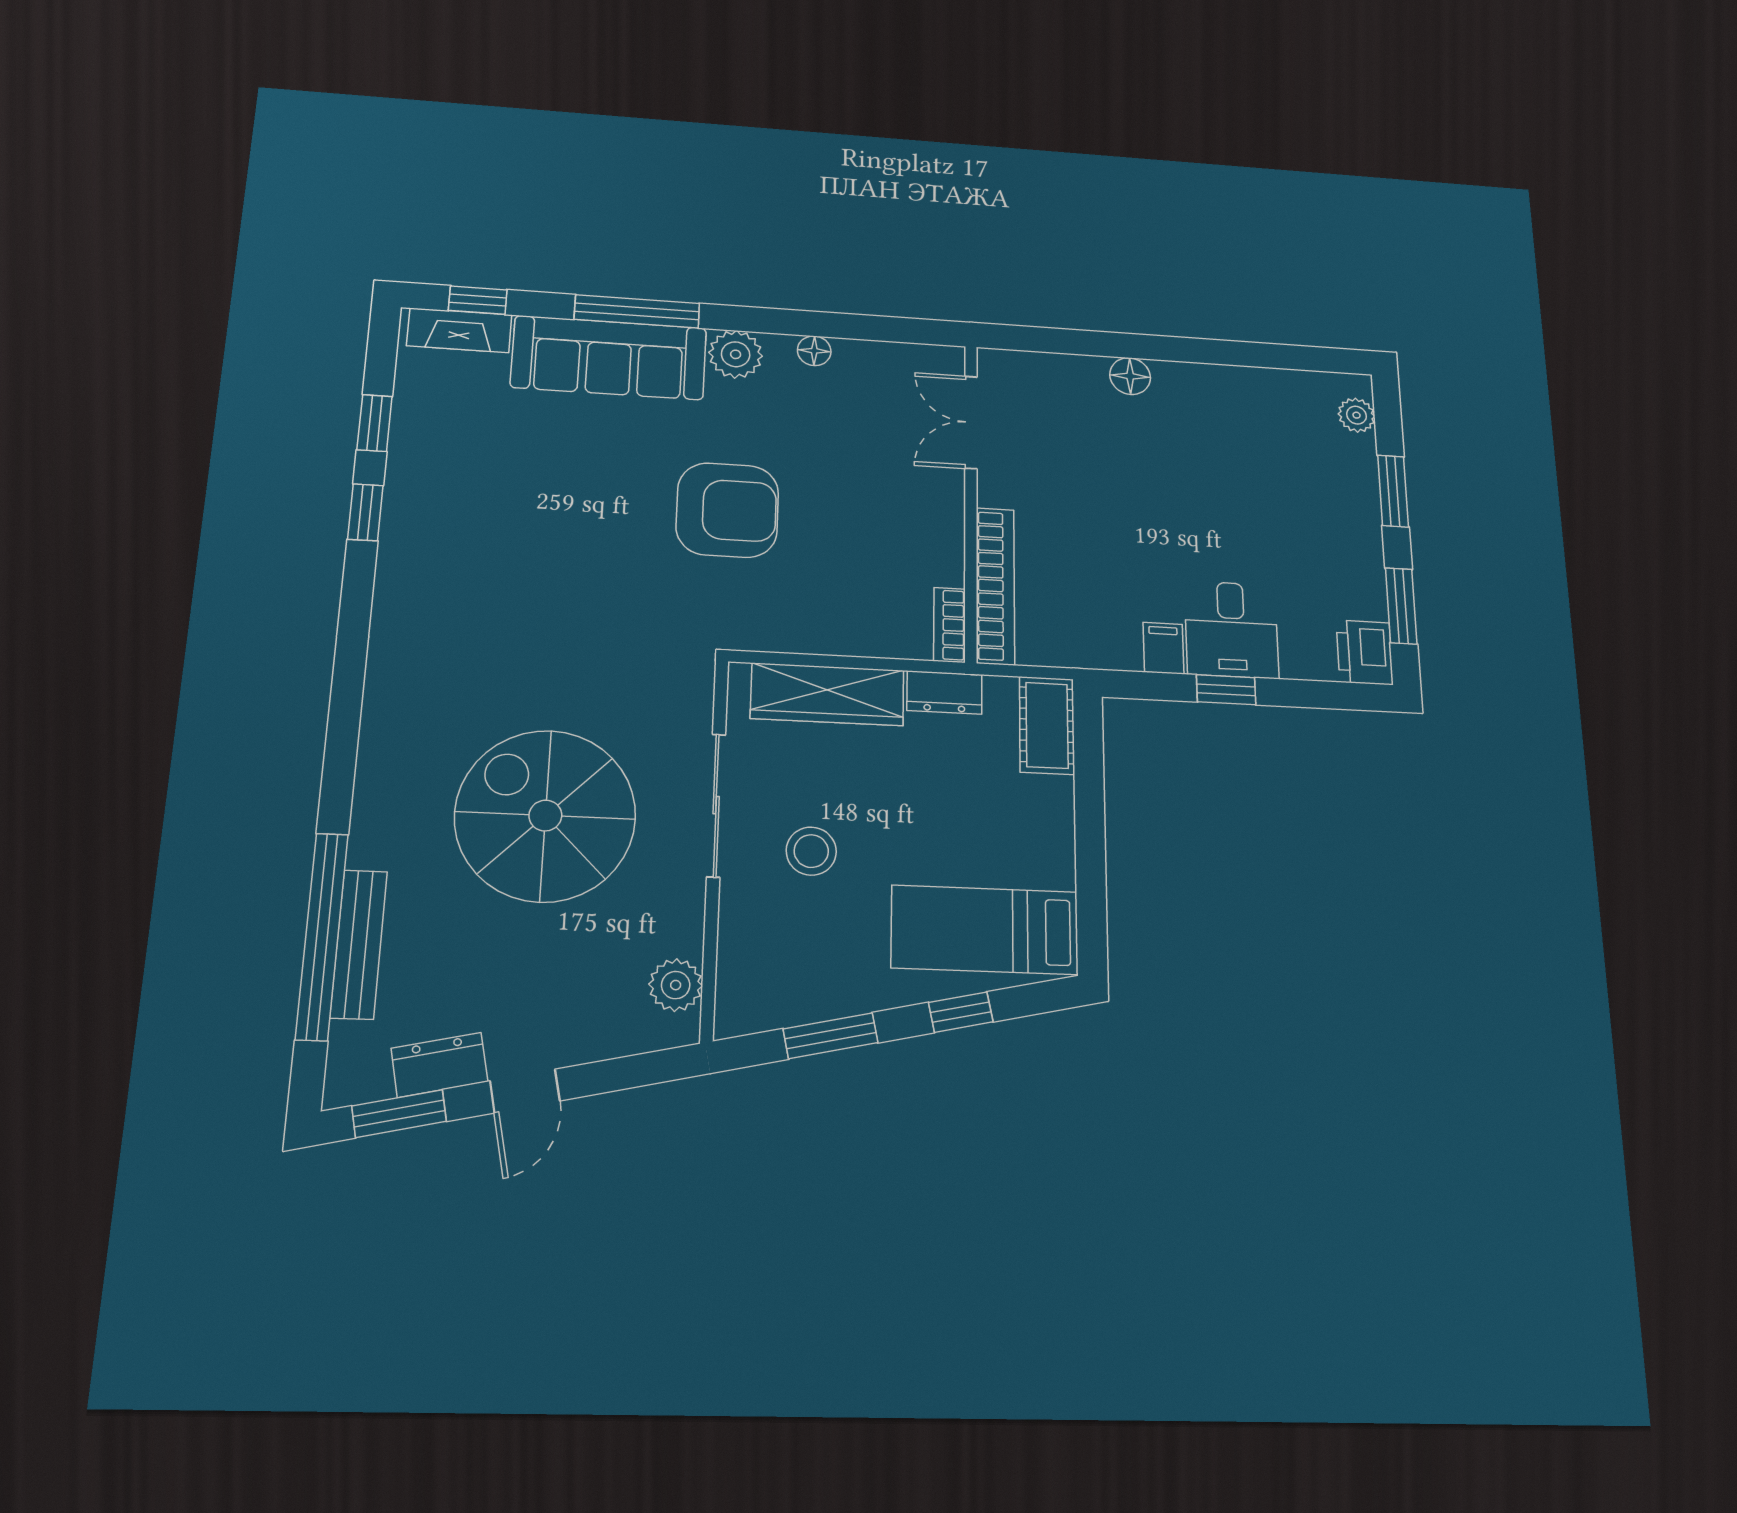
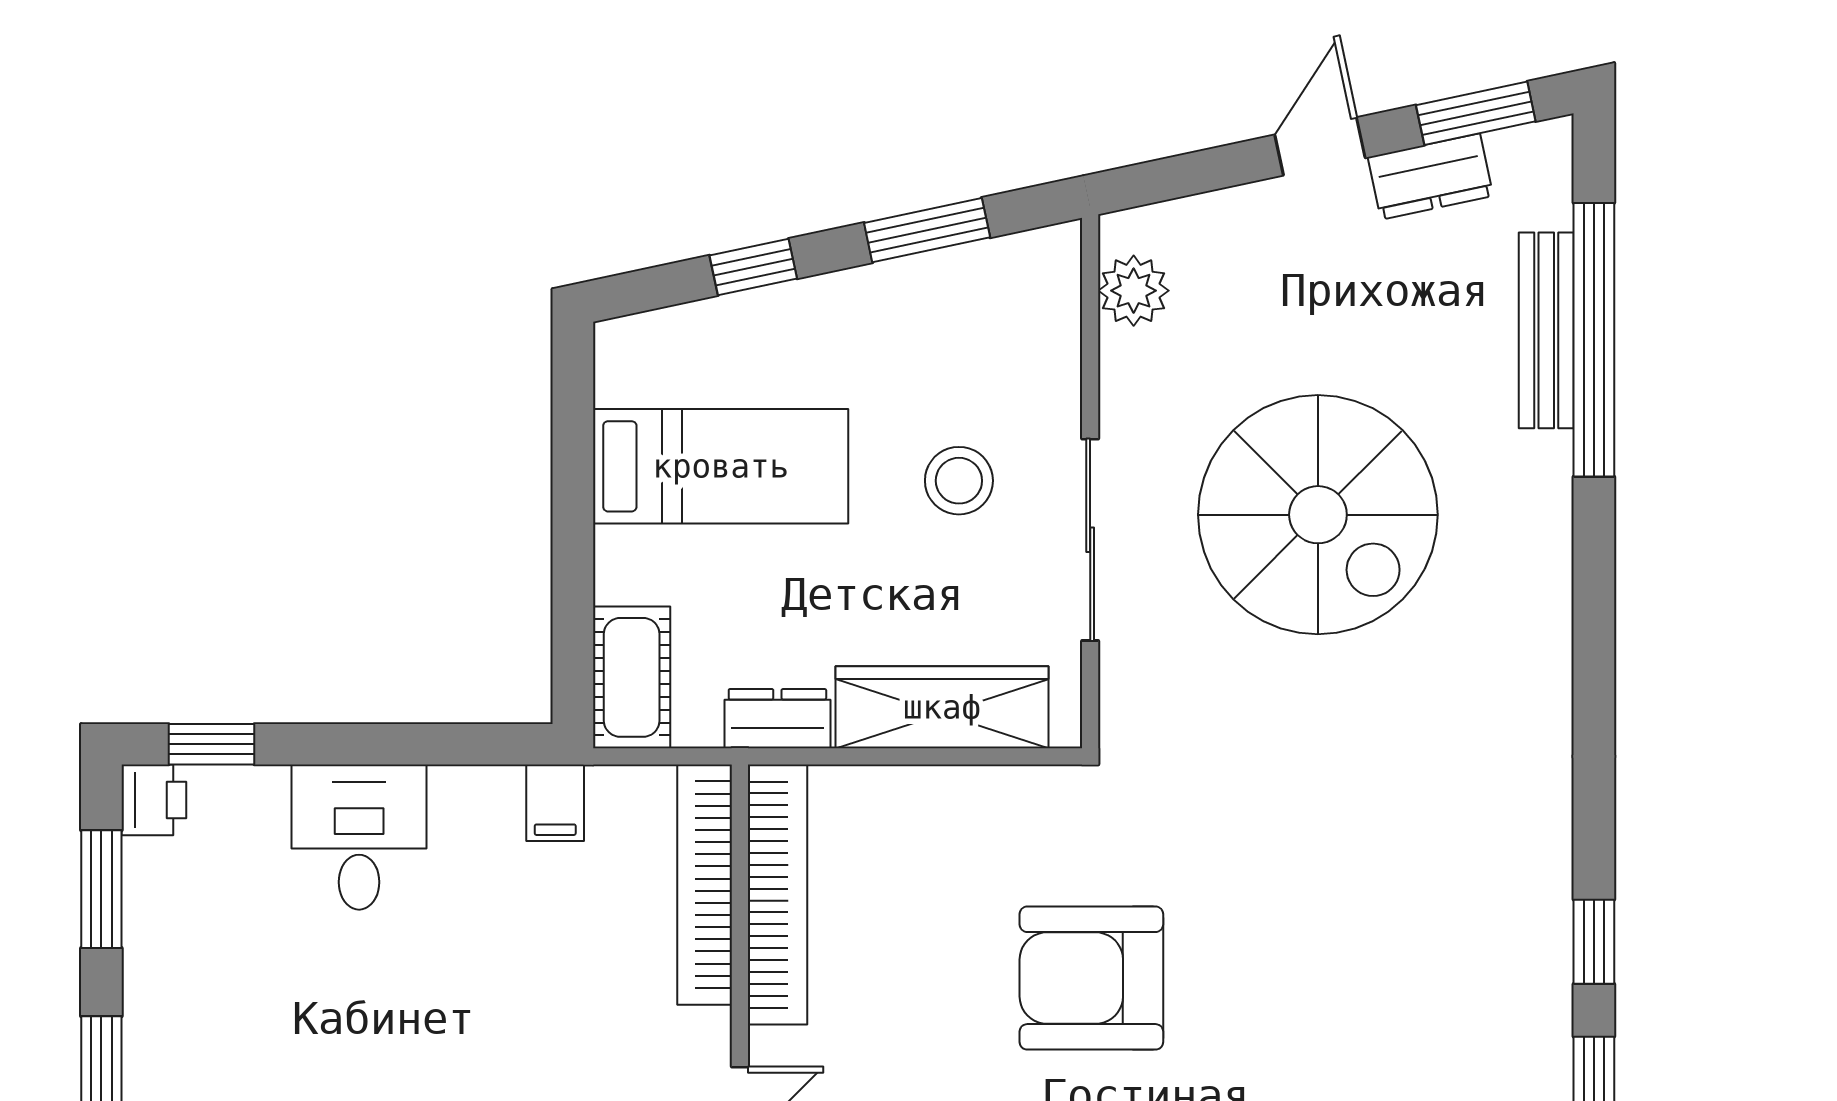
bookcase: (950, 625) -> (778, 895), width x2.31, depth x1.31
filing cabinet: (1163, 648) -> (555, 803), moved
printer: (1365, 652) -> (154, 800), width x0.73, depth x0.81
window: (1226, 690) -> (211, 744), moved
bed: (985, 930) -> (721, 466), moved

